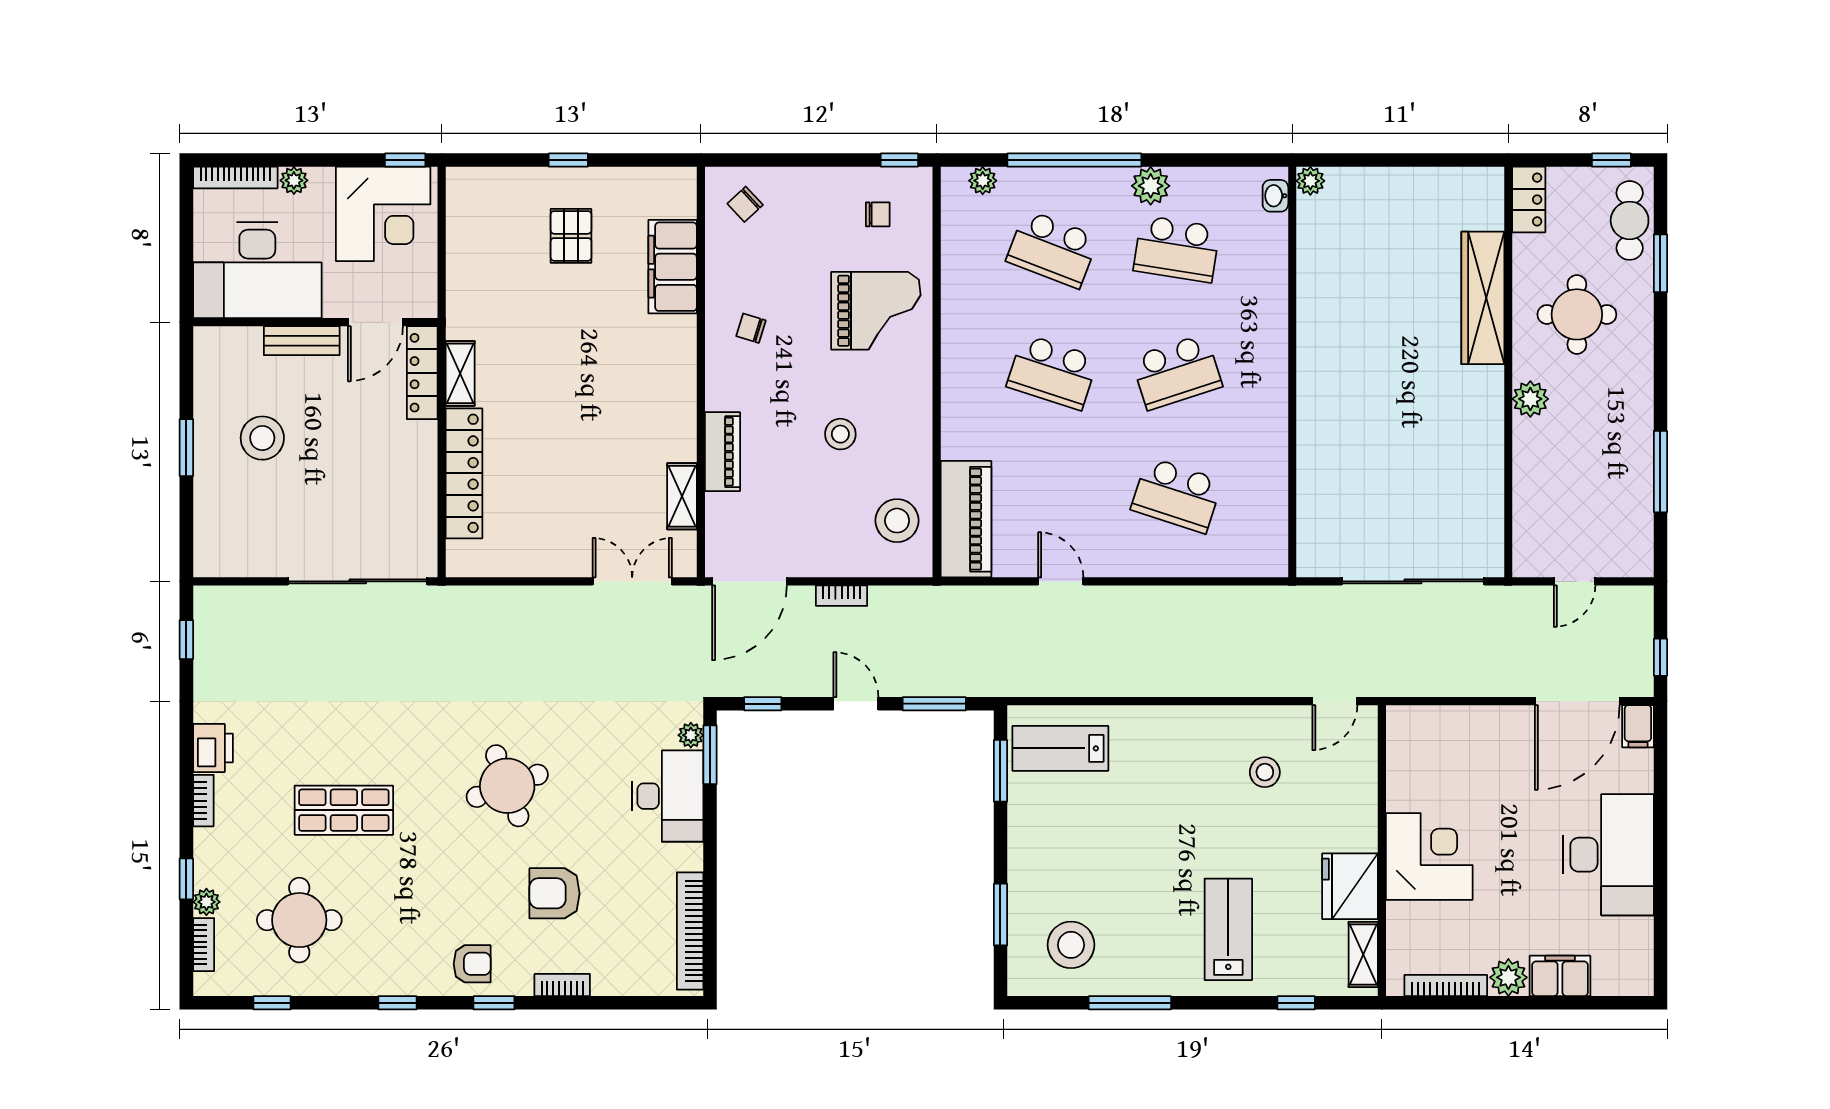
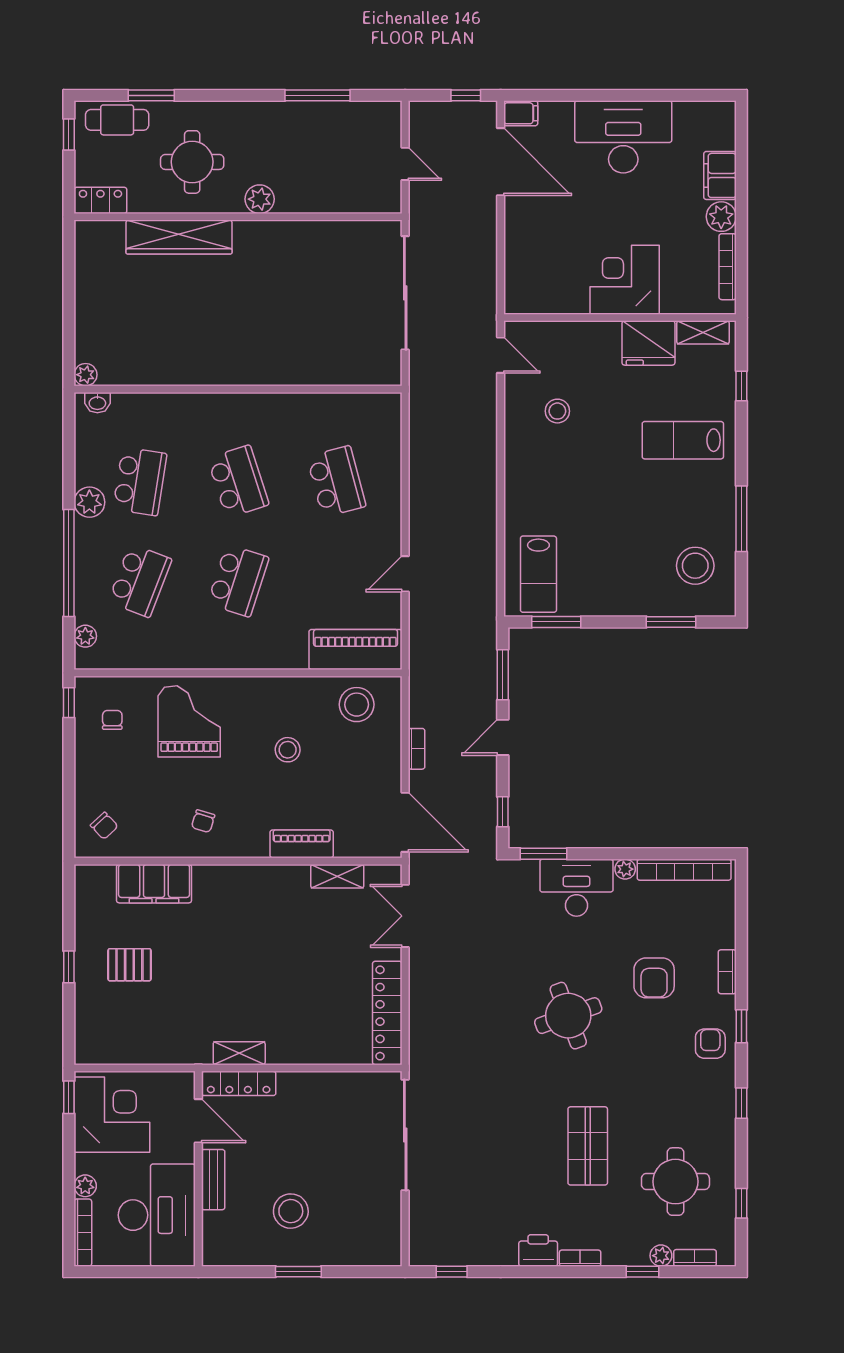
locker: (464, 473) -> (387, 1013), moved, turned -90
school desk: (1177, 495) -> (336, 481), turned -33
plant: (691, 735) -> (625, 869), moved

